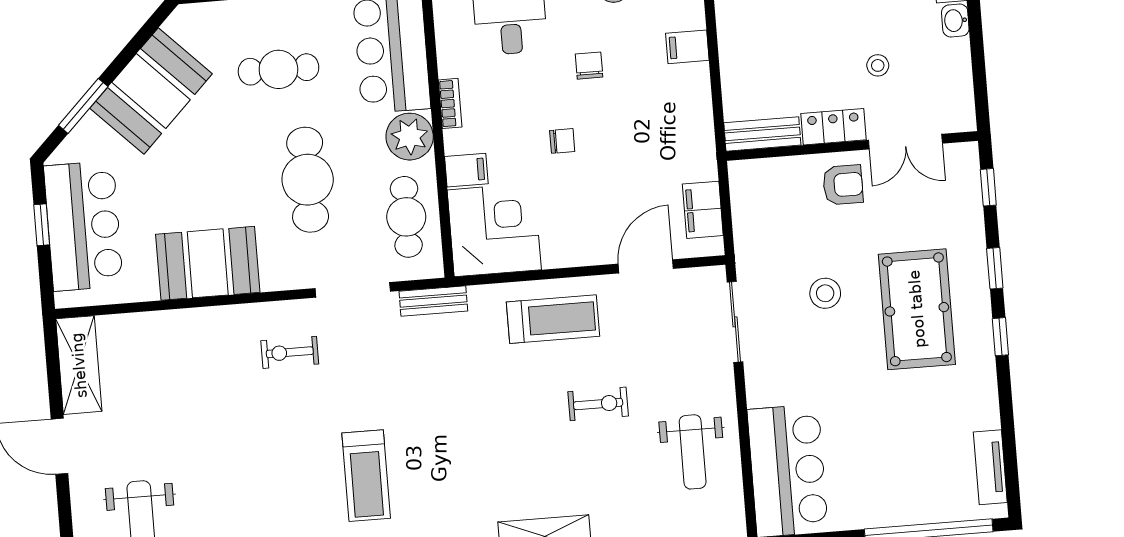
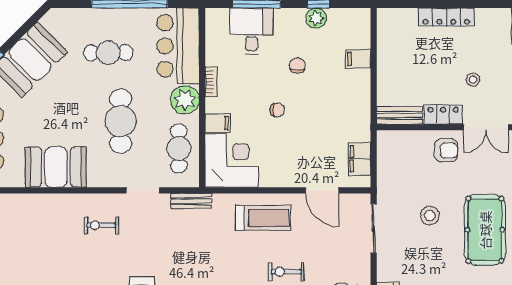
door: (646, 266) -> (322, 190), swing flipped
doorway: (353, 290) -> (143, 190), width x0.73
exercise bike: (598, 404) -> (286, 272), turned 180

